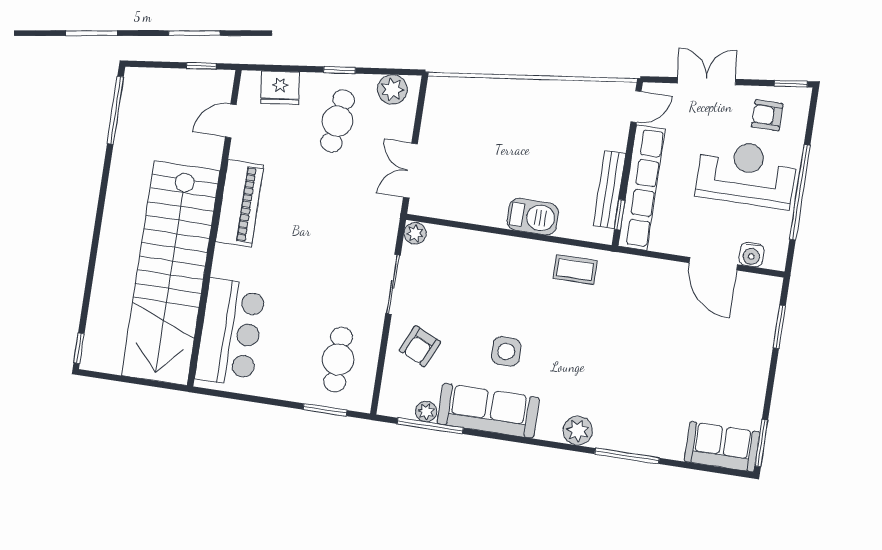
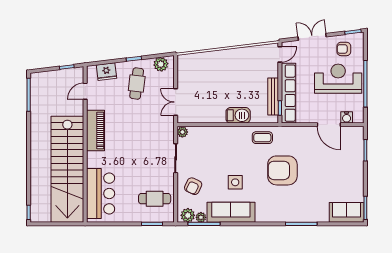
armchair: (605, 342) -> (282, 170), added
cafe table: (338, 359) -> (155, 199), turned 90
plant: (578, 431) -> (188, 215), moved

